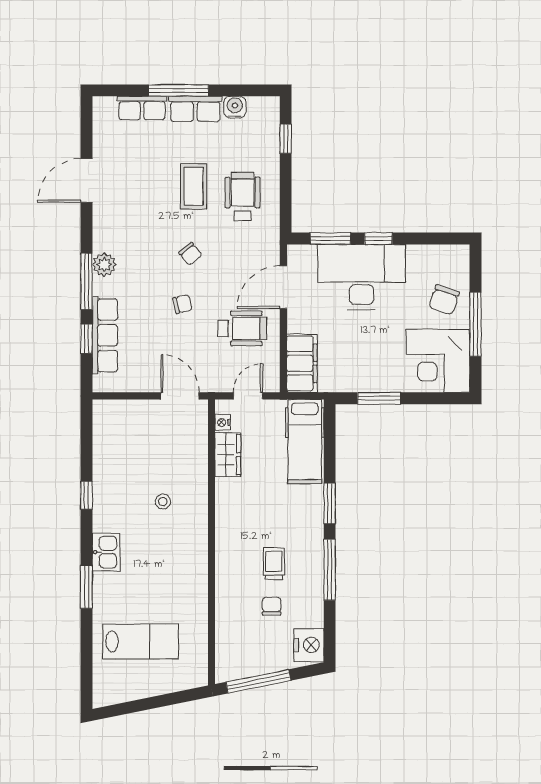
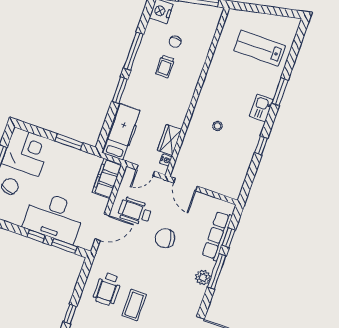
chair: (190, 254) -> (150, 266), removed
chair: (182, 304) -> (165, 238), width x1.87, depth x1.87

